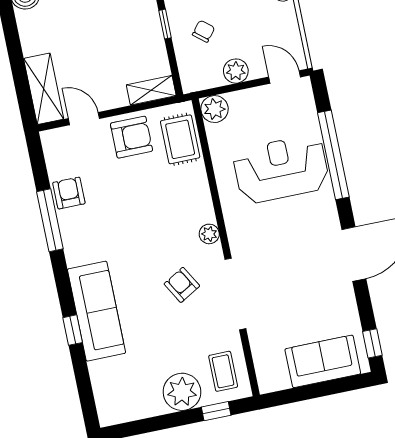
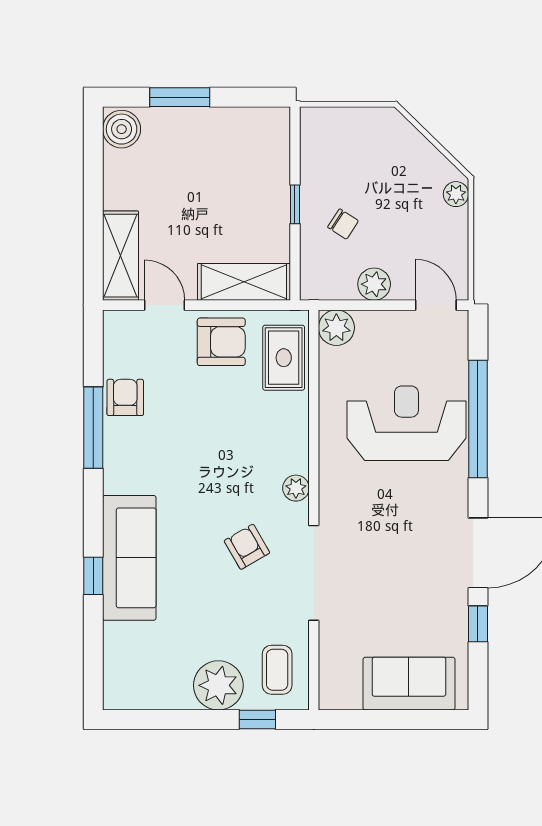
chair: (204, 31) -> (343, 224), turned 84
shelving: (151, 90) -> (244, 282), width x1.50, depth x1.33
window: (372, 343) -> (478, 624), moved

